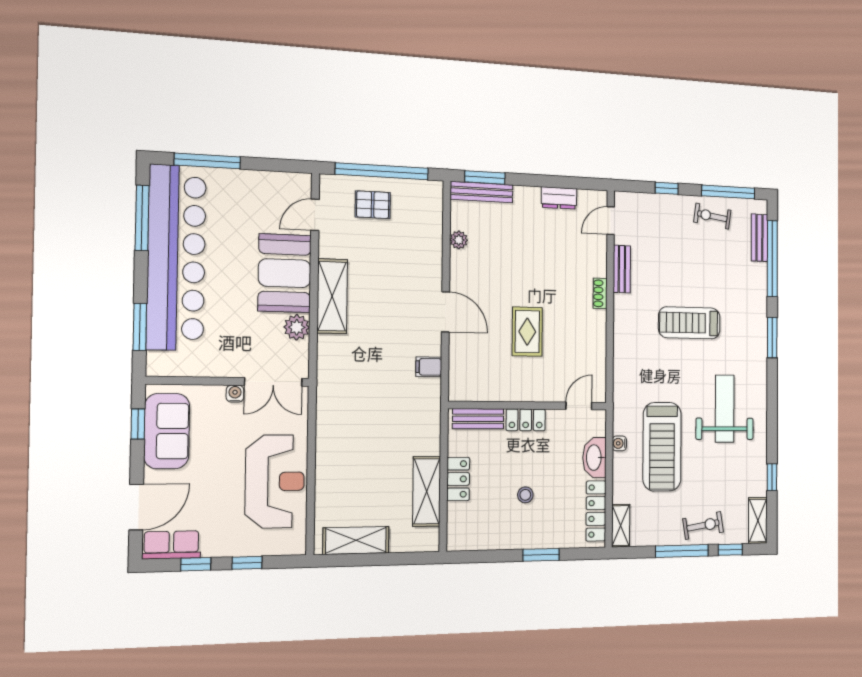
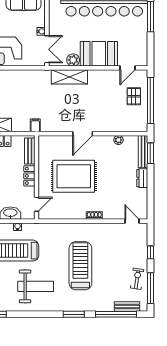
dresser: (559, 198) -> (142, 178), moved
door: (315, 215) -> (127, 68), swing flipped
bench: (622, 269) -> (107, 227), removed
shelving: (332, 296) -> (69, 77), moved
treadmill: (689, 323) -> (80, 266), width x1.37, depth x1.38
rug: (527, 332) -> (74, 176), width x1.86, depth x2.06
filing cabinet: (429, 367) -> (35, 125), moved
double door: (273, 382) -> (47, 49), swing flipped
door: (579, 406) -> (37, 204), hinge flipped

